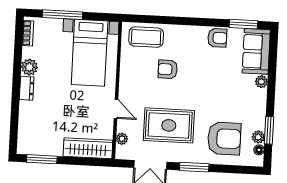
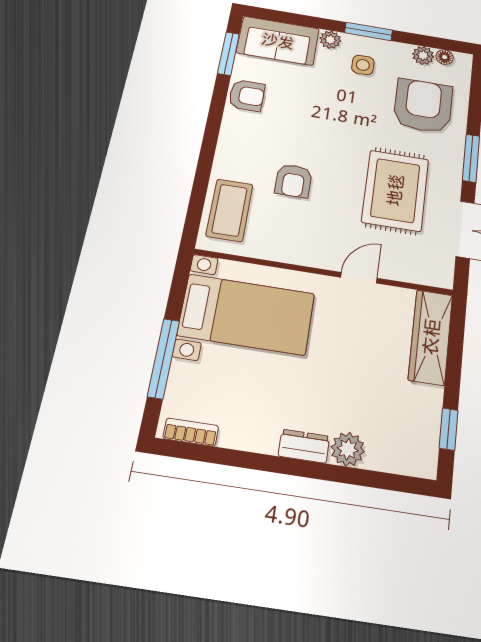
armchair: (217, 38) -> (247, 96), turned 90
plant: (29, 67) -> (348, 449), moved
side table: (247, 102) -> (363, 65), added
window: (269, 130) -> (369, 31), moved
plant: (122, 139) -> (415, 273), removed
window: (42, 159) -> (449, 429), width x0.67

